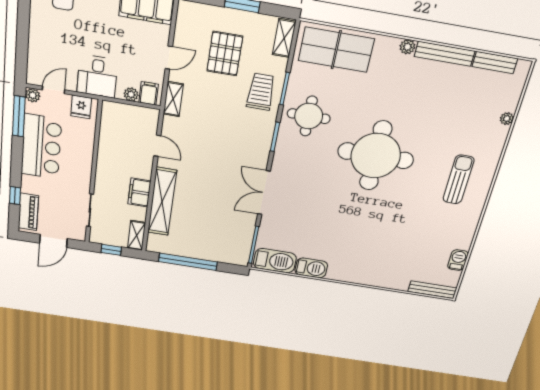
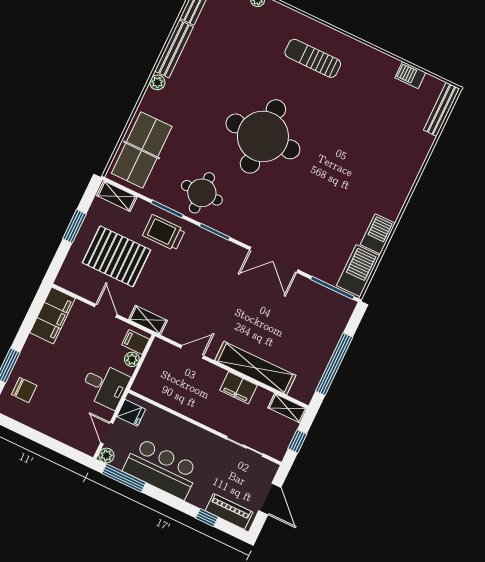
pallet: (225, 54) -> (117, 256), width x1.37, depth x1.41

